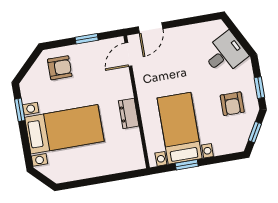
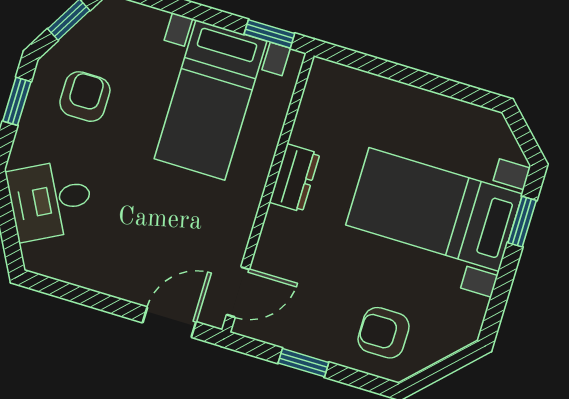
window: (20, 110) -> (522, 222), moved
window: (187, 165) -> (269, 34), moved

